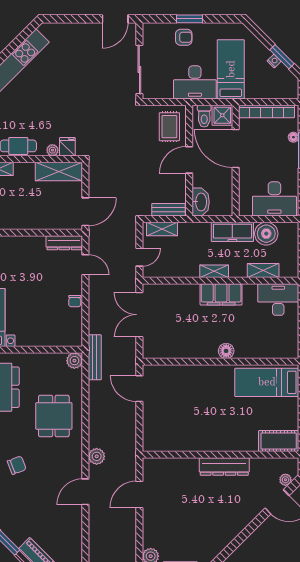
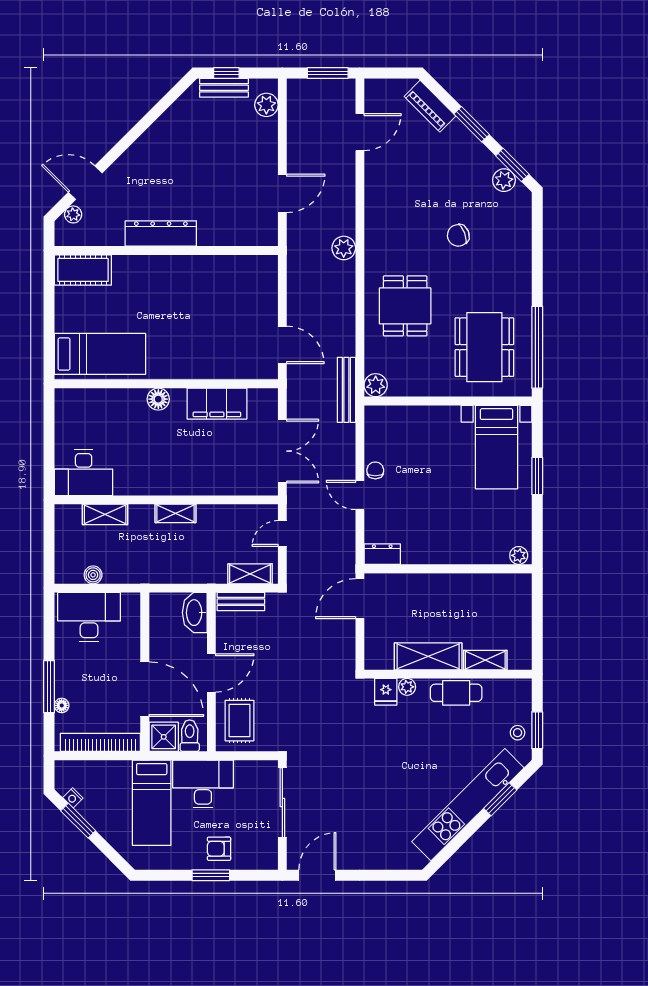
nightstand: (274, 61) -> (73, 798), moved
shelving: (59, 171) -> (428, 656), moved
freezer: (232, 232) -> (149, 570), removed
boiler: (266, 234) -> (93, 575), width x0.54, depth x0.54
dresser: (64, 243) -> (382, 554), width x0.70
door: (85, 265) -> (360, 495), moved
filing cabinet: (221, 294) -> (217, 404), moved, turned 180
door: (85, 492) -> (360, 132), moved

